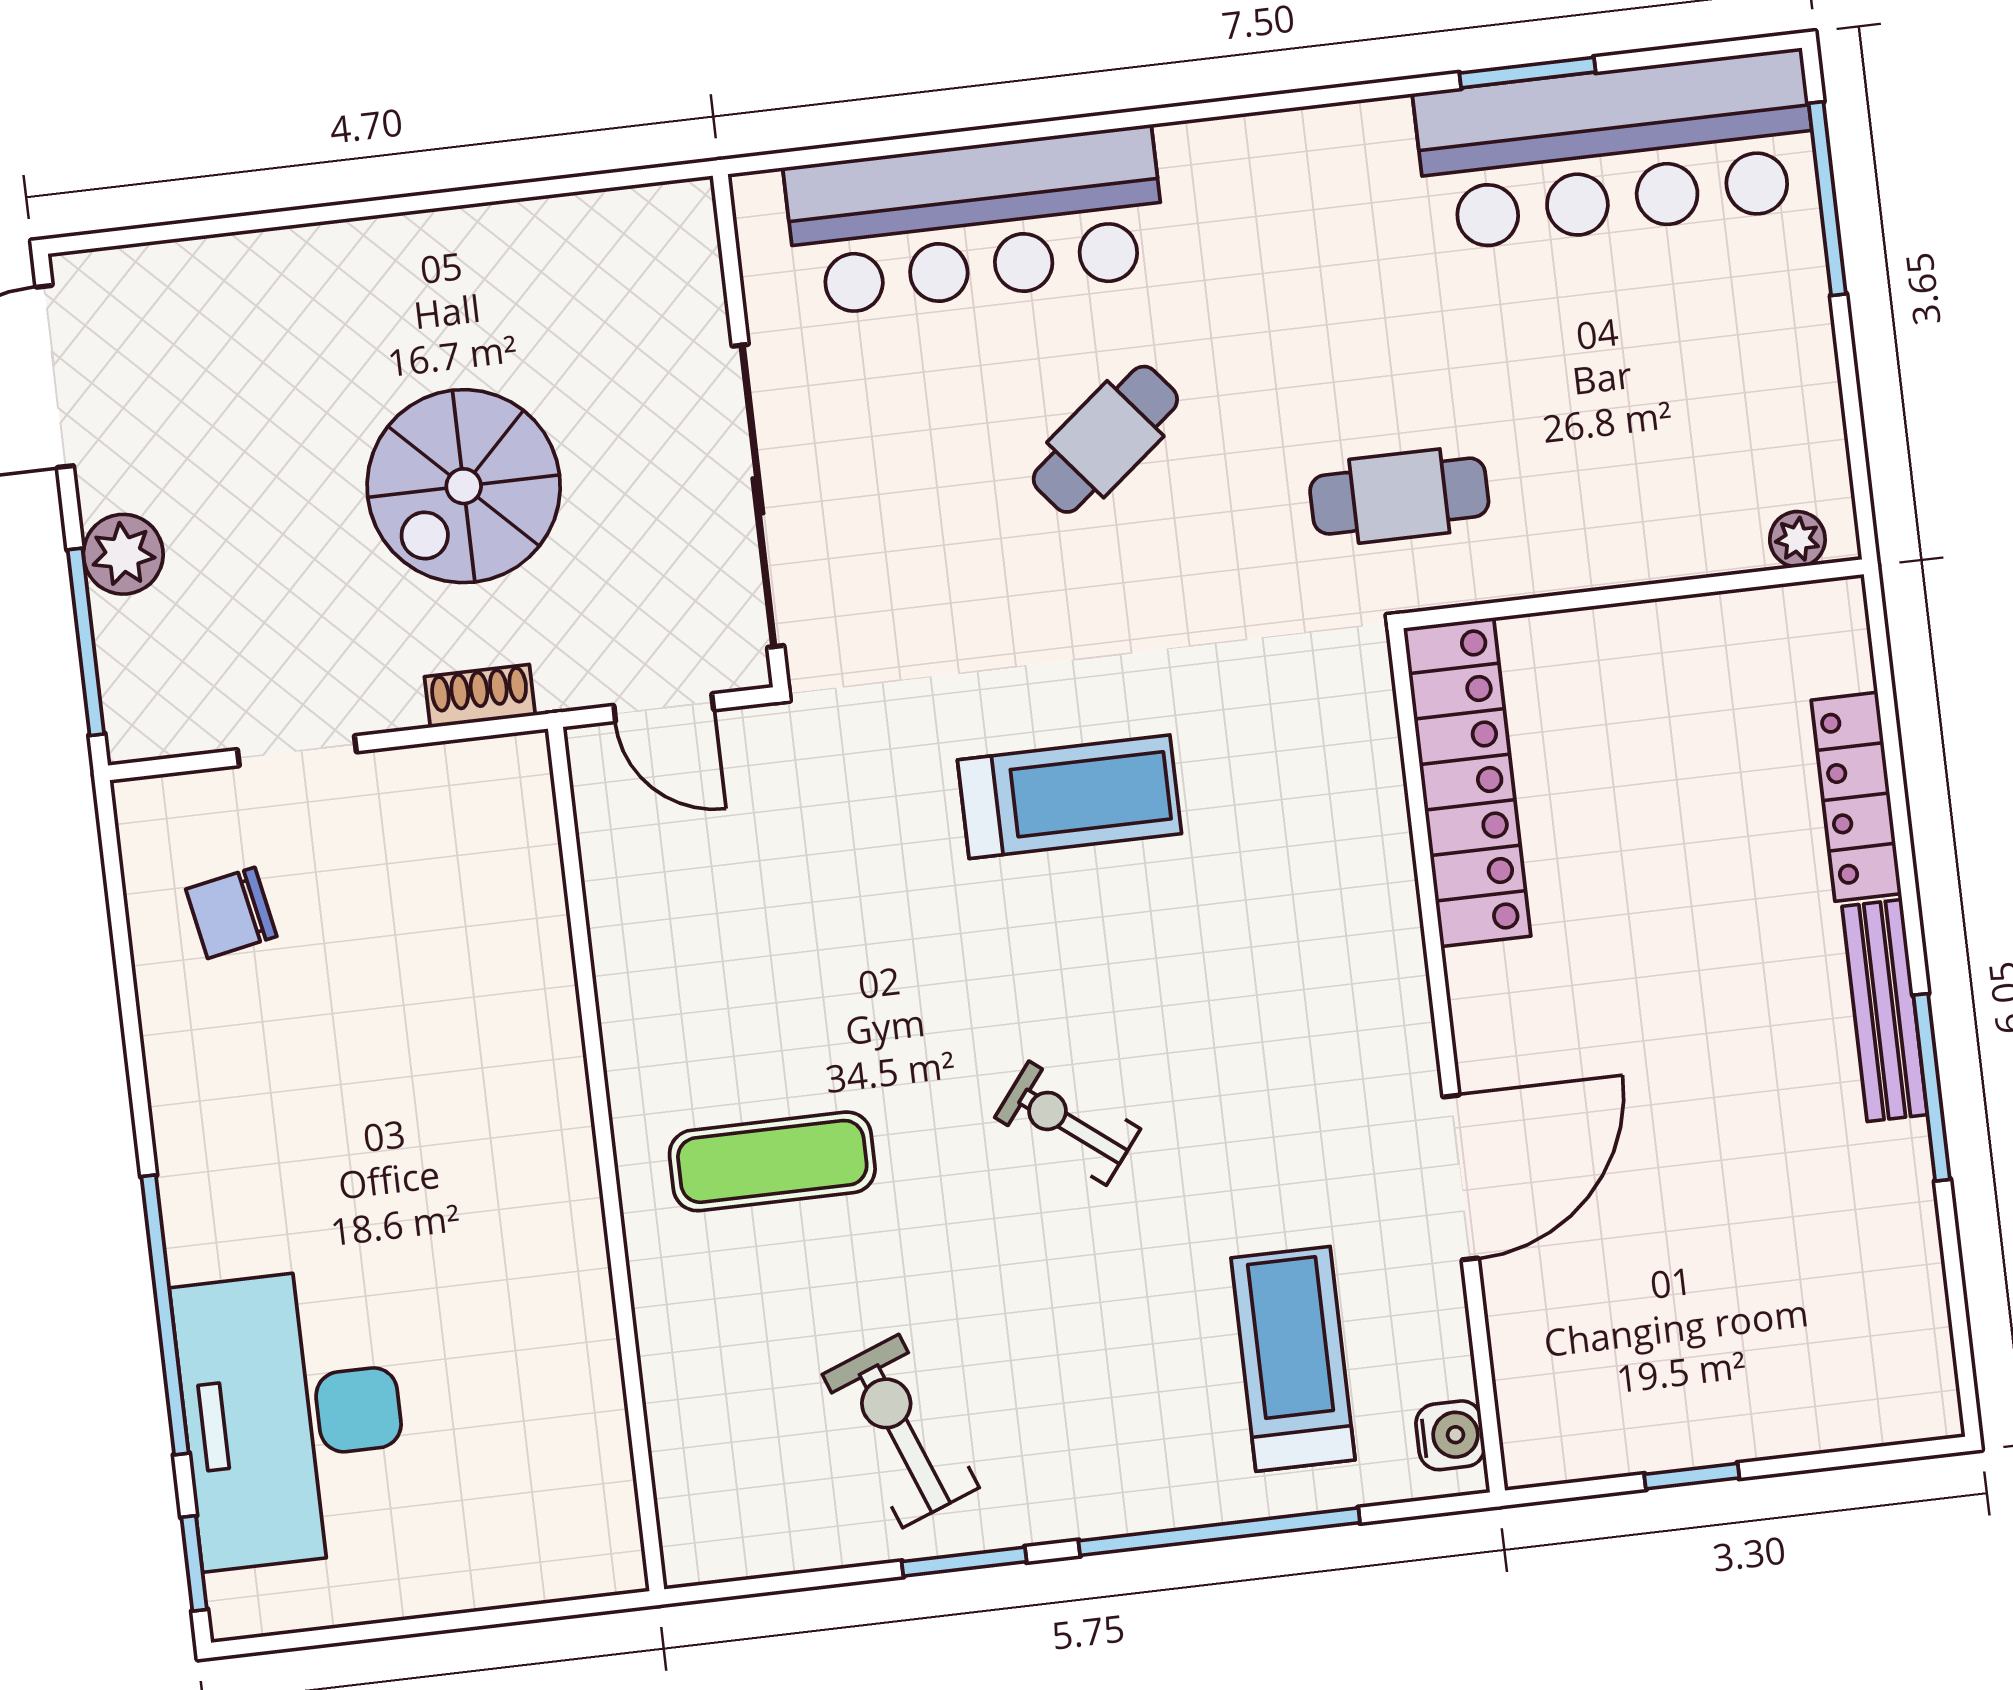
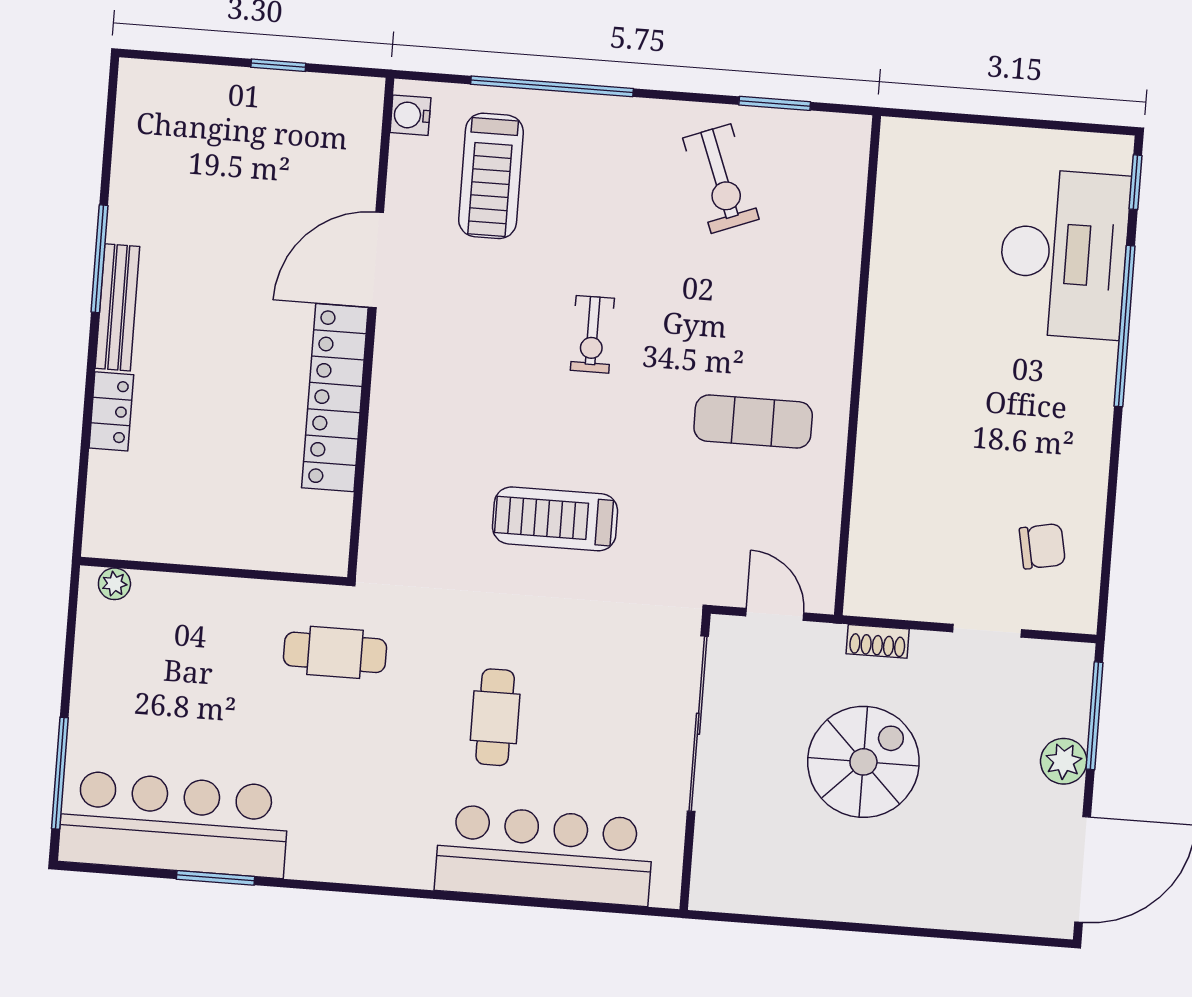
cafe table: (1105, 439) -> (495, 717), turned -51
locker: (1467, 782) -> (335, 398), moved
locker: (1856, 797) -> (111, 411), width x0.66
exercise bike: (1068, 1123) -> (592, 334), turned 52
exercise mat: (772, 1161) -> (753, 422), moved
window: (964, 1562) -> (775, 103), moved

